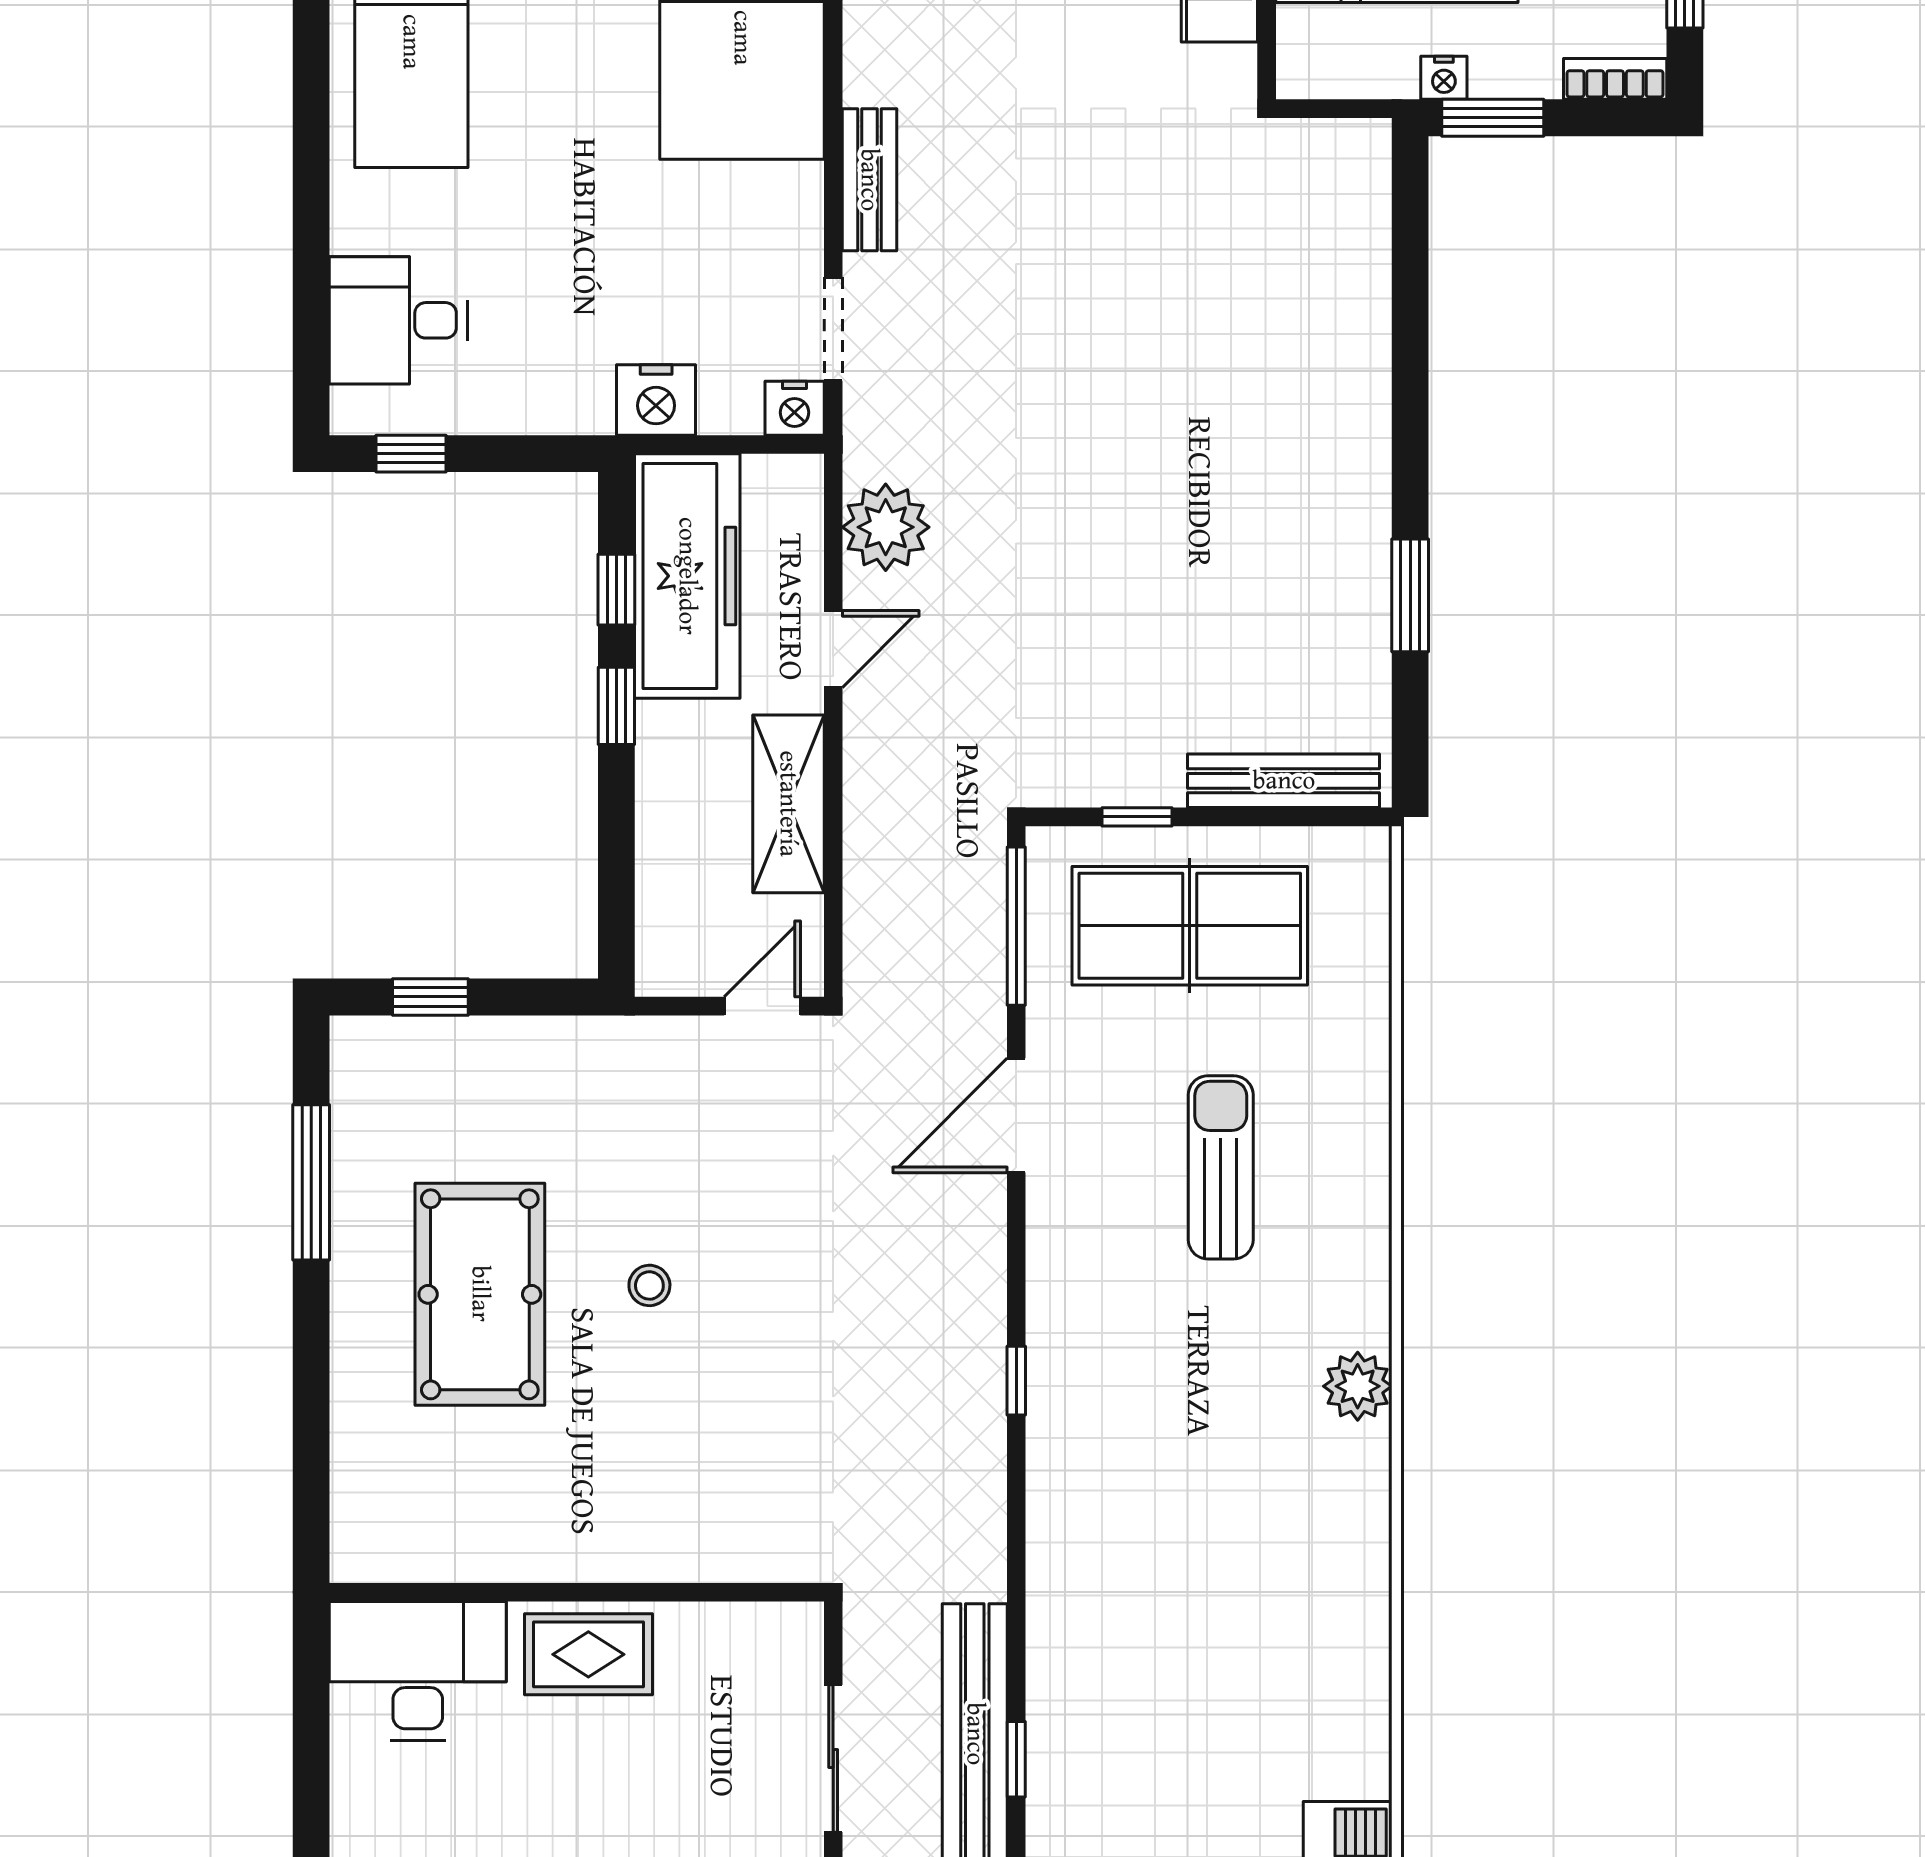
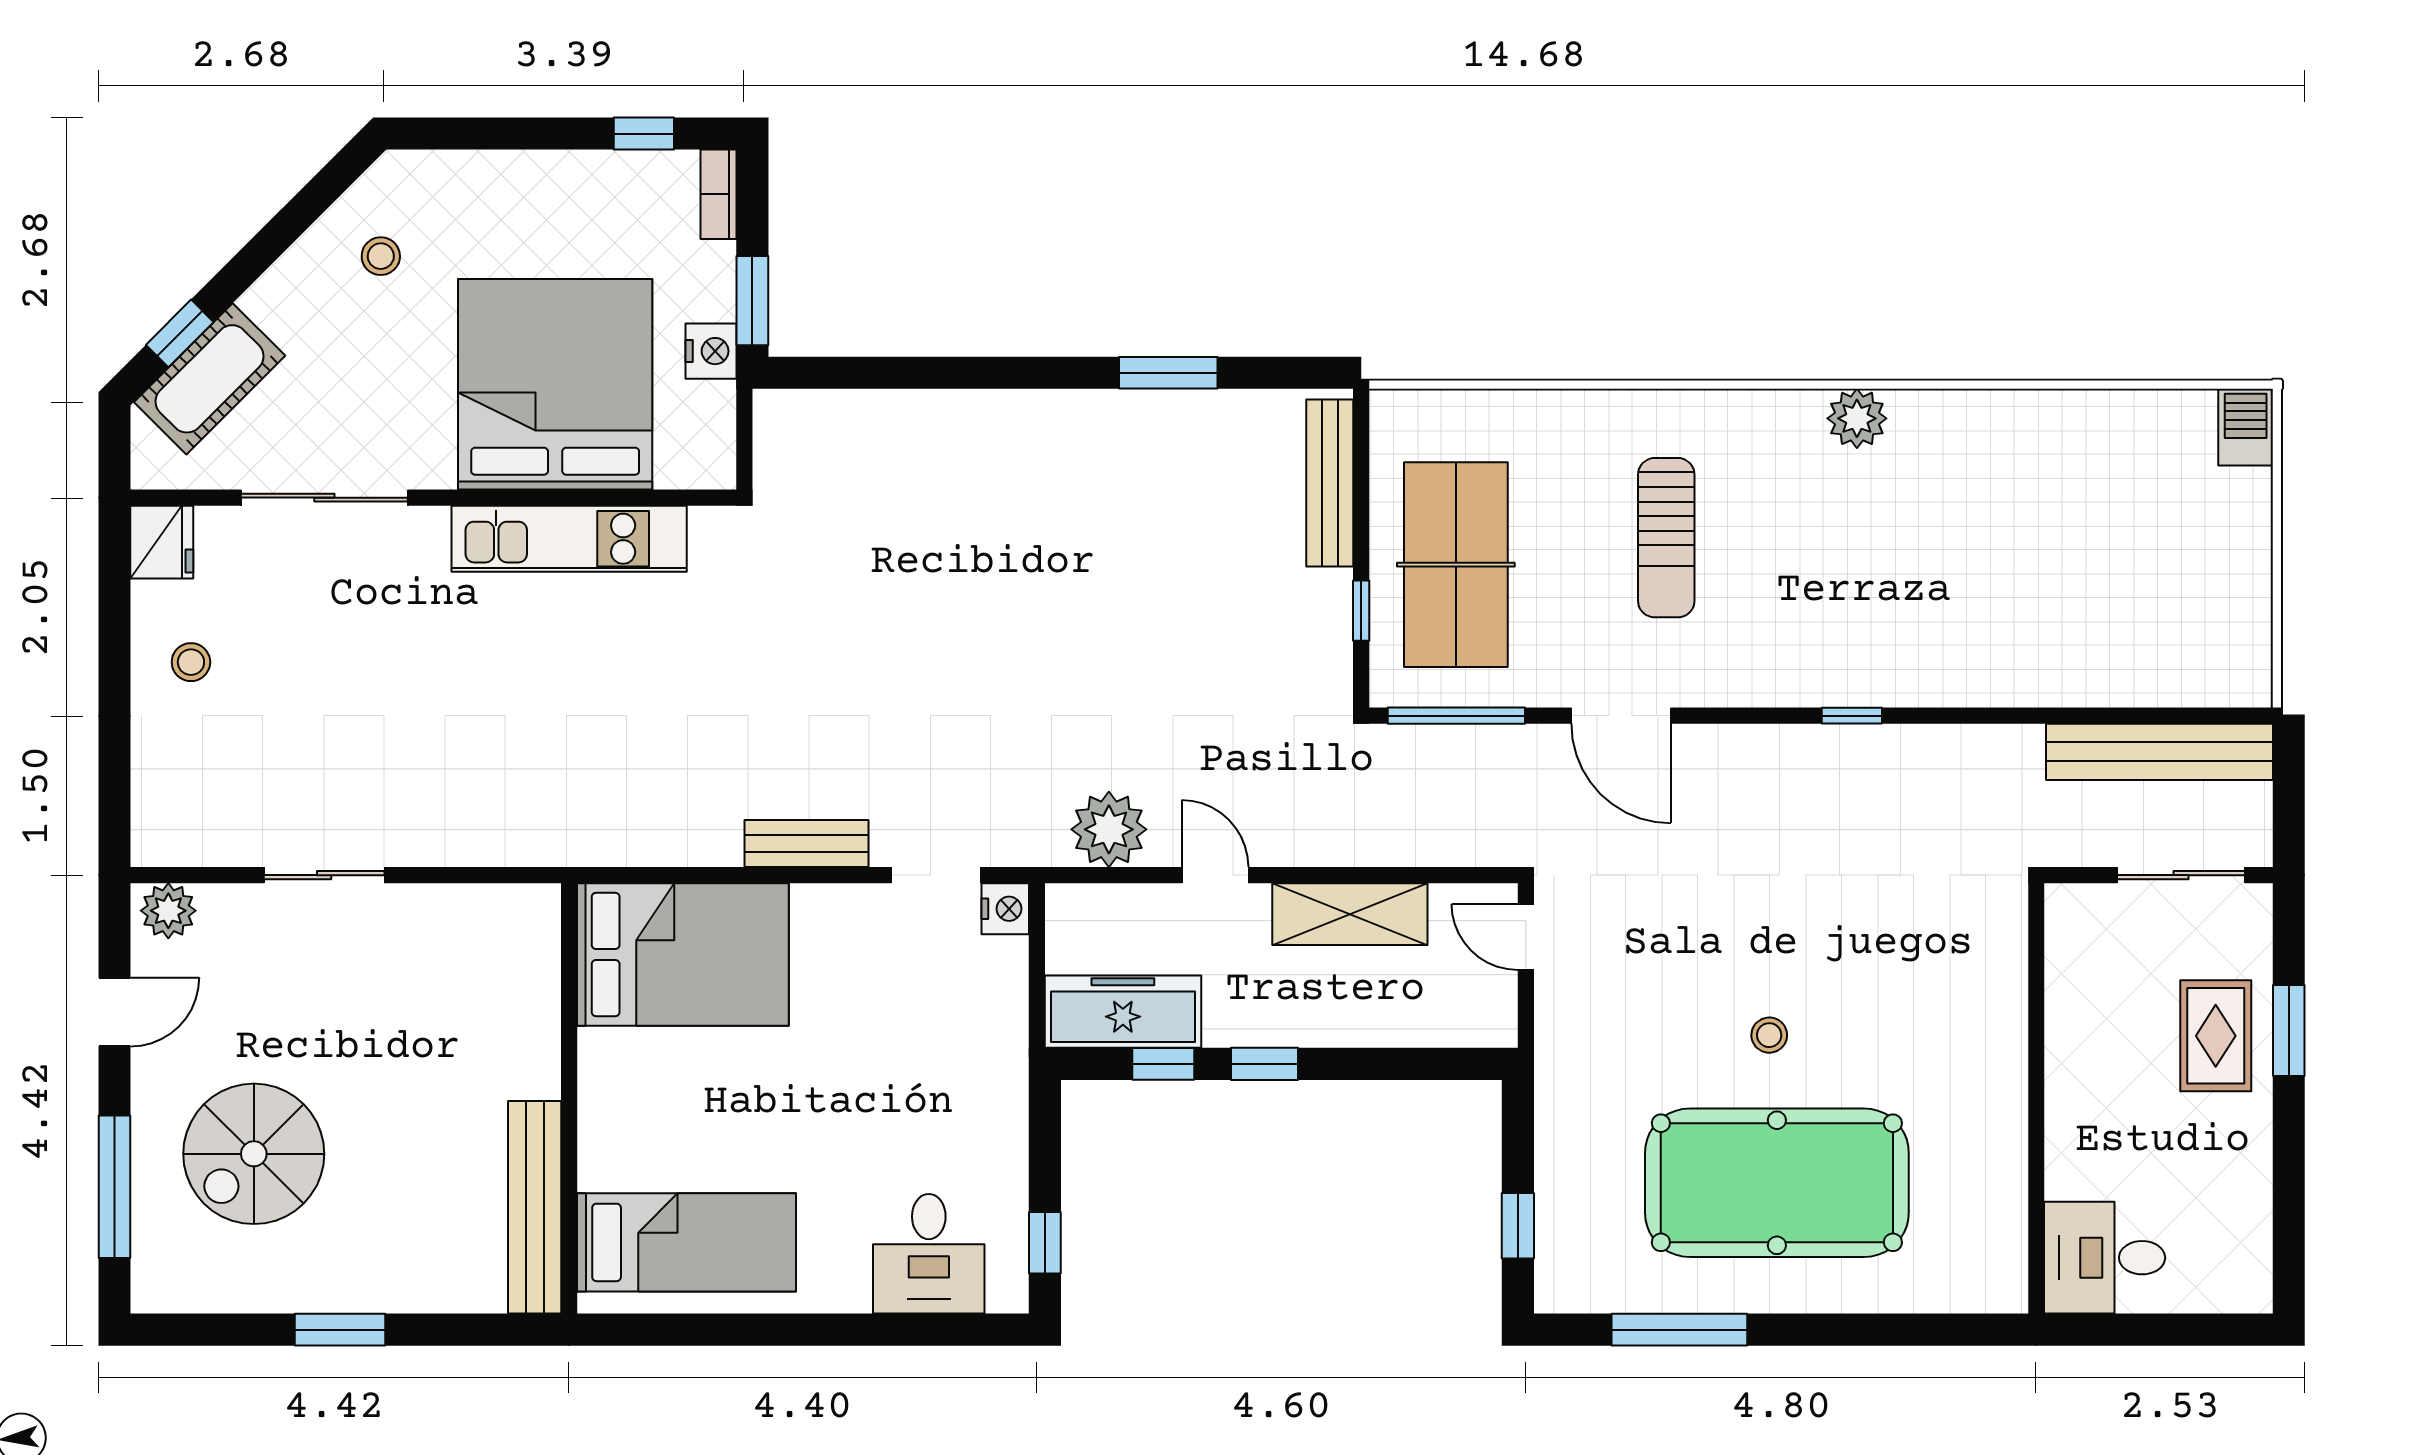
nightstand: (1444, 78) -> (711, 351), width x1.39, depth x1.35
nightstand: (656, 400) -> (998, 1029), removed
freezer: (687, 576) -> (1123, 1012), width x0.73, depth x0.79
sun lounger: (1221, 1167) -> (1666, 538), turned -90
pool table: (480, 1294) -> (1777, 1183), width x1.36, depth x1.32
rug: (588, 1654) -> (2216, 1036), moved
desk: (418, 1671) -> (2105, 1258), width x0.73
window: (1016, 1759) -> (2182, 716), removed

